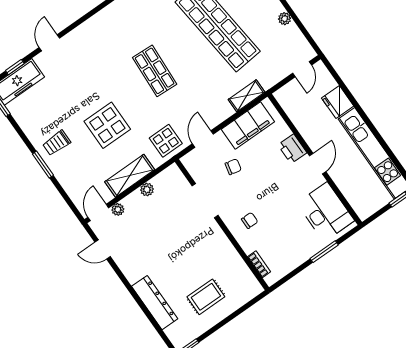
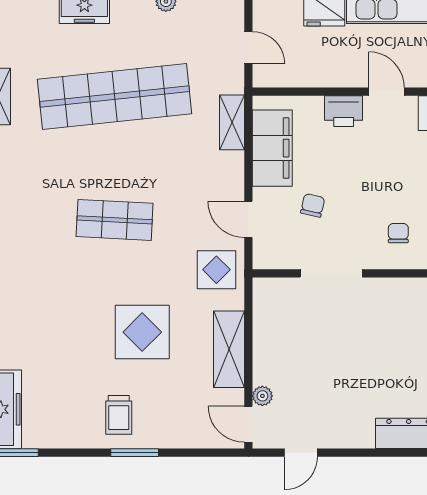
door: (302, 69) -> (248, 48), moved
plant: (147, 190) -> (263, 339), removed

